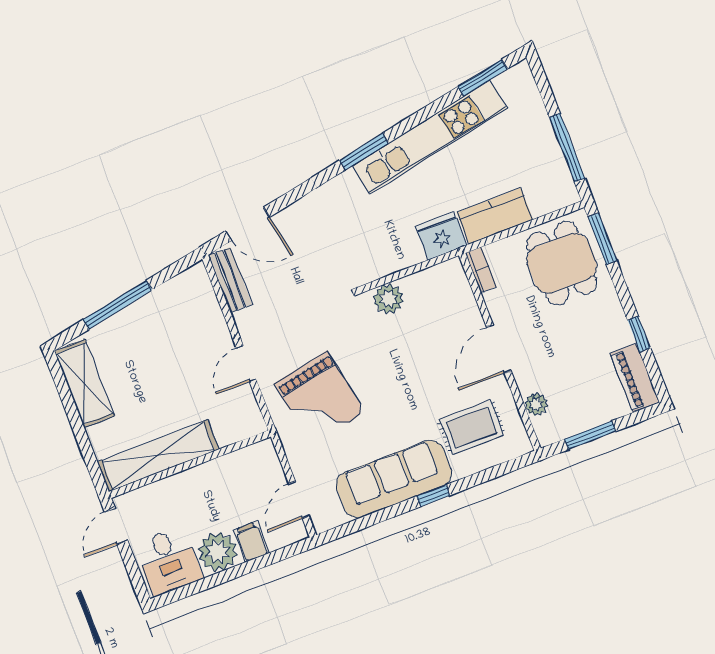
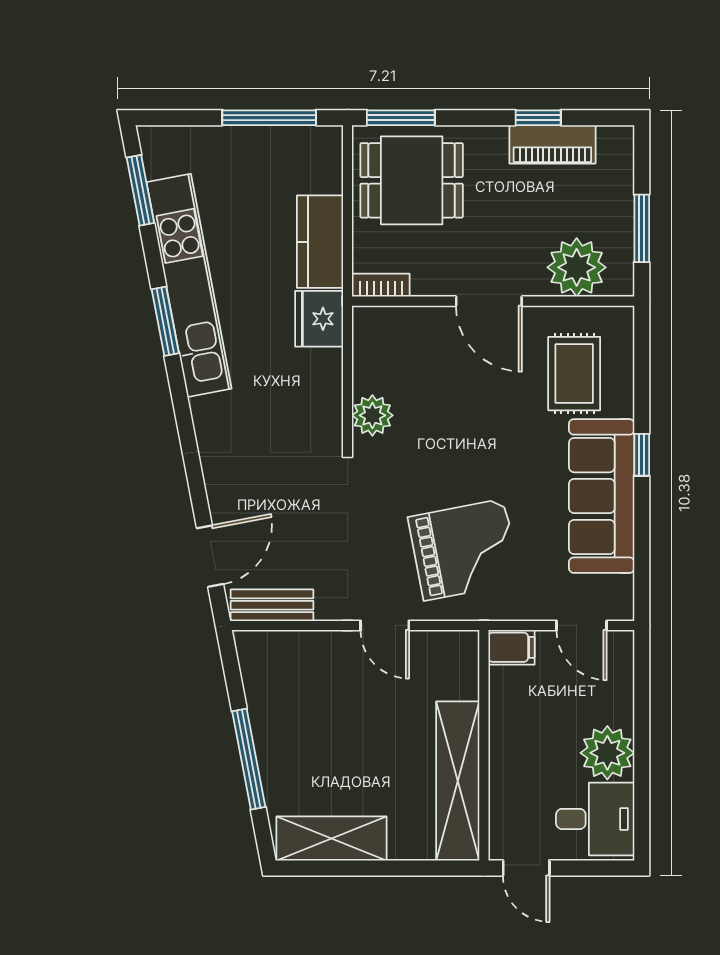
window: (364, 152) -> (165, 321), moved
piano: (635, 378) -> (552, 144), moved
plant: (536, 404) -> (577, 267), width x1.87, depth x1.87
filing cabinet: (251, 542) -> (512, 647), moved, turned 180

